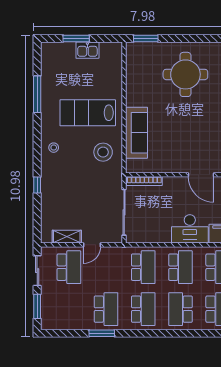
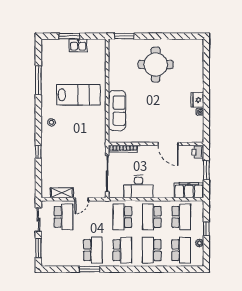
lab bench: (88, 113) -> (78, 95), turned 180
stool: (103, 152) -> (91, 126), removed
desk: (190, 229) -> (139, 187), moved
school desk: (143, 267) -> (122, 217), turned 180
school desk: (180, 267) -> (152, 217), turned 180

